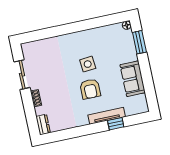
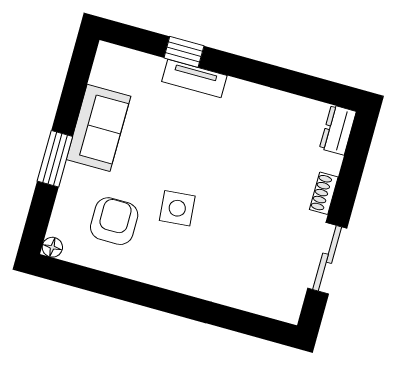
window: (139, 42) -> (55, 159), moved
armchair: (90, 89) -> (114, 221), moved
tv unit: (107, 116) -> (194, 78), width x0.71

